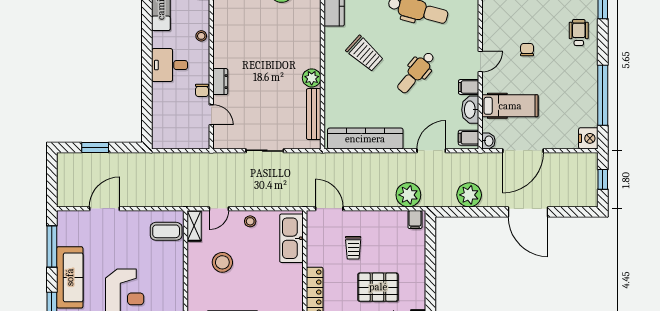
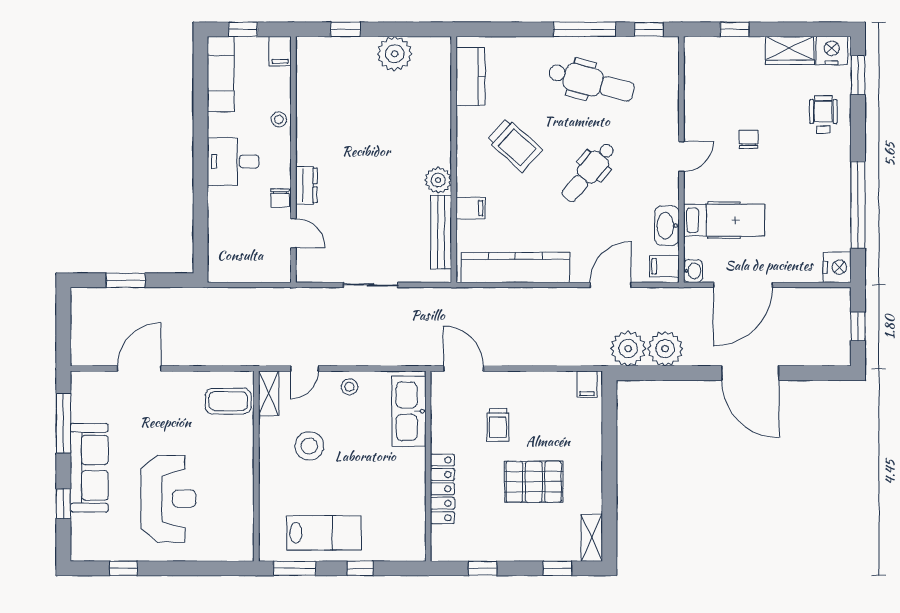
filing cabinet: (469, 87) -> (471, 208), moved, turned 180
plant: (408, 195) -> (628, 349), moved

